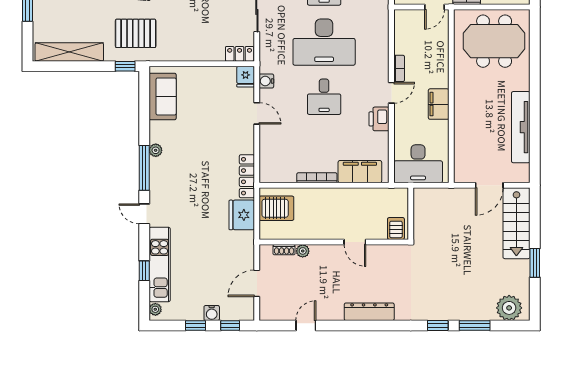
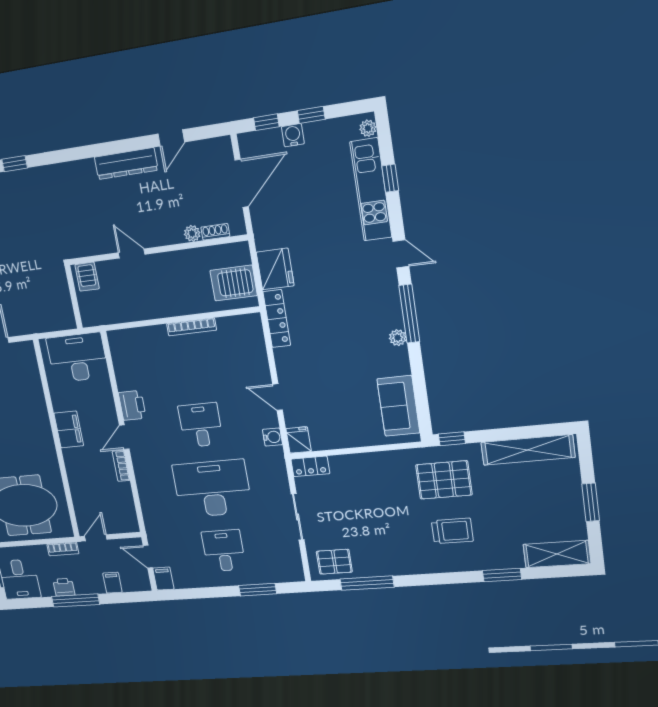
filing cabinet: (360, 172) -> (142, 340), removed
door: (257, 283) -> (242, 183), width x1.36
dresser: (369, 312) -> (126, 164), moved

